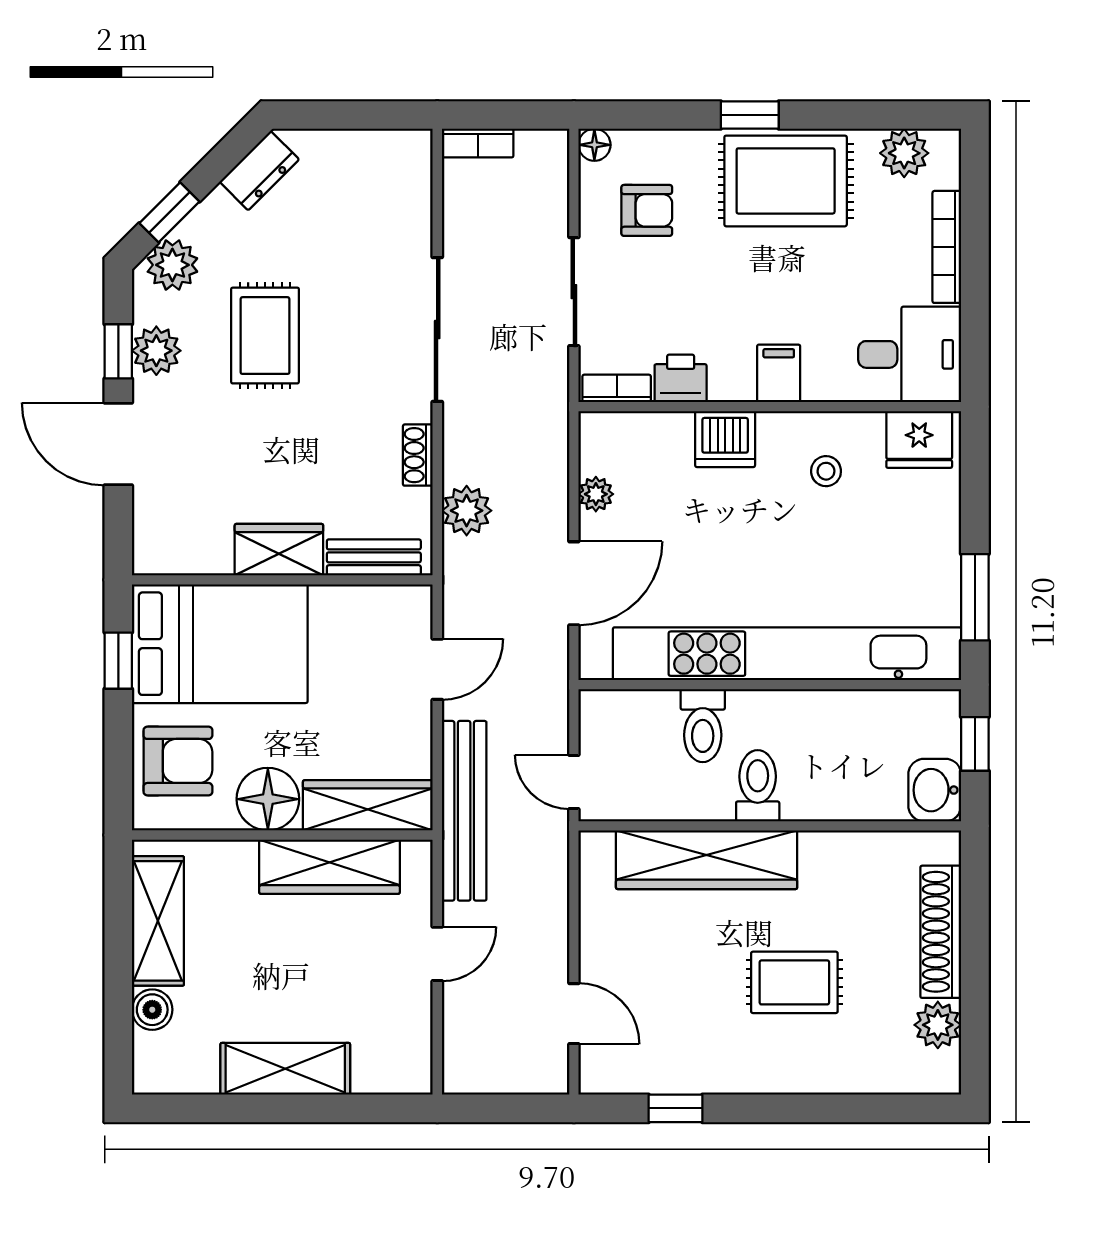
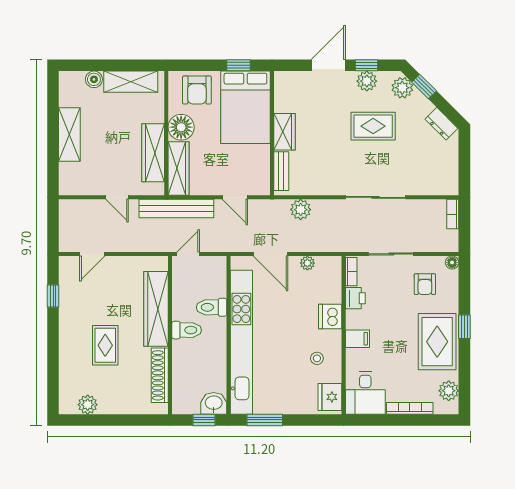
shoe rack: (418, 455) -> (324, 189), removed
washbasin: (935, 790) -> (214, 403), moved
shoe rack: (941, 932) -> (160, 375), moved, turned -90

